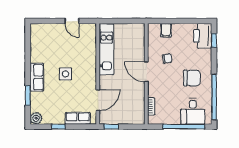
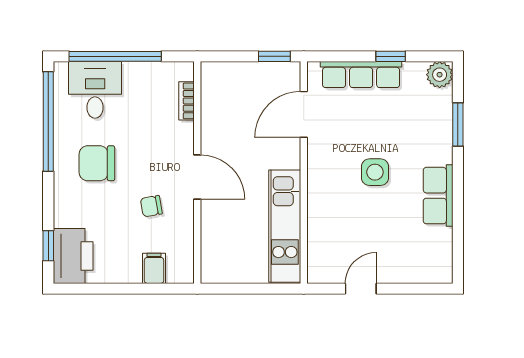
door: (72, 21) -> (361, 289), hinge flipped
row of seats: (37, 77) -> (438, 196), moved
row of seats: (78, 118) -> (361, 75), width x1.48

